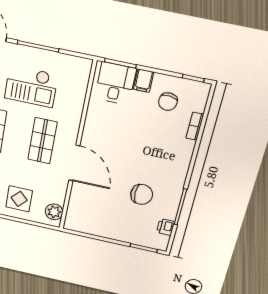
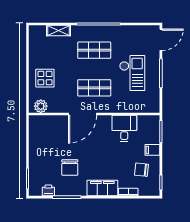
desk: (115, 83) -> (124, 128), moved, turned -90
checkout: (31, 86) -> (132, 73), turned 180
filing cabinet: (180, 159) -> (102, 188), added

